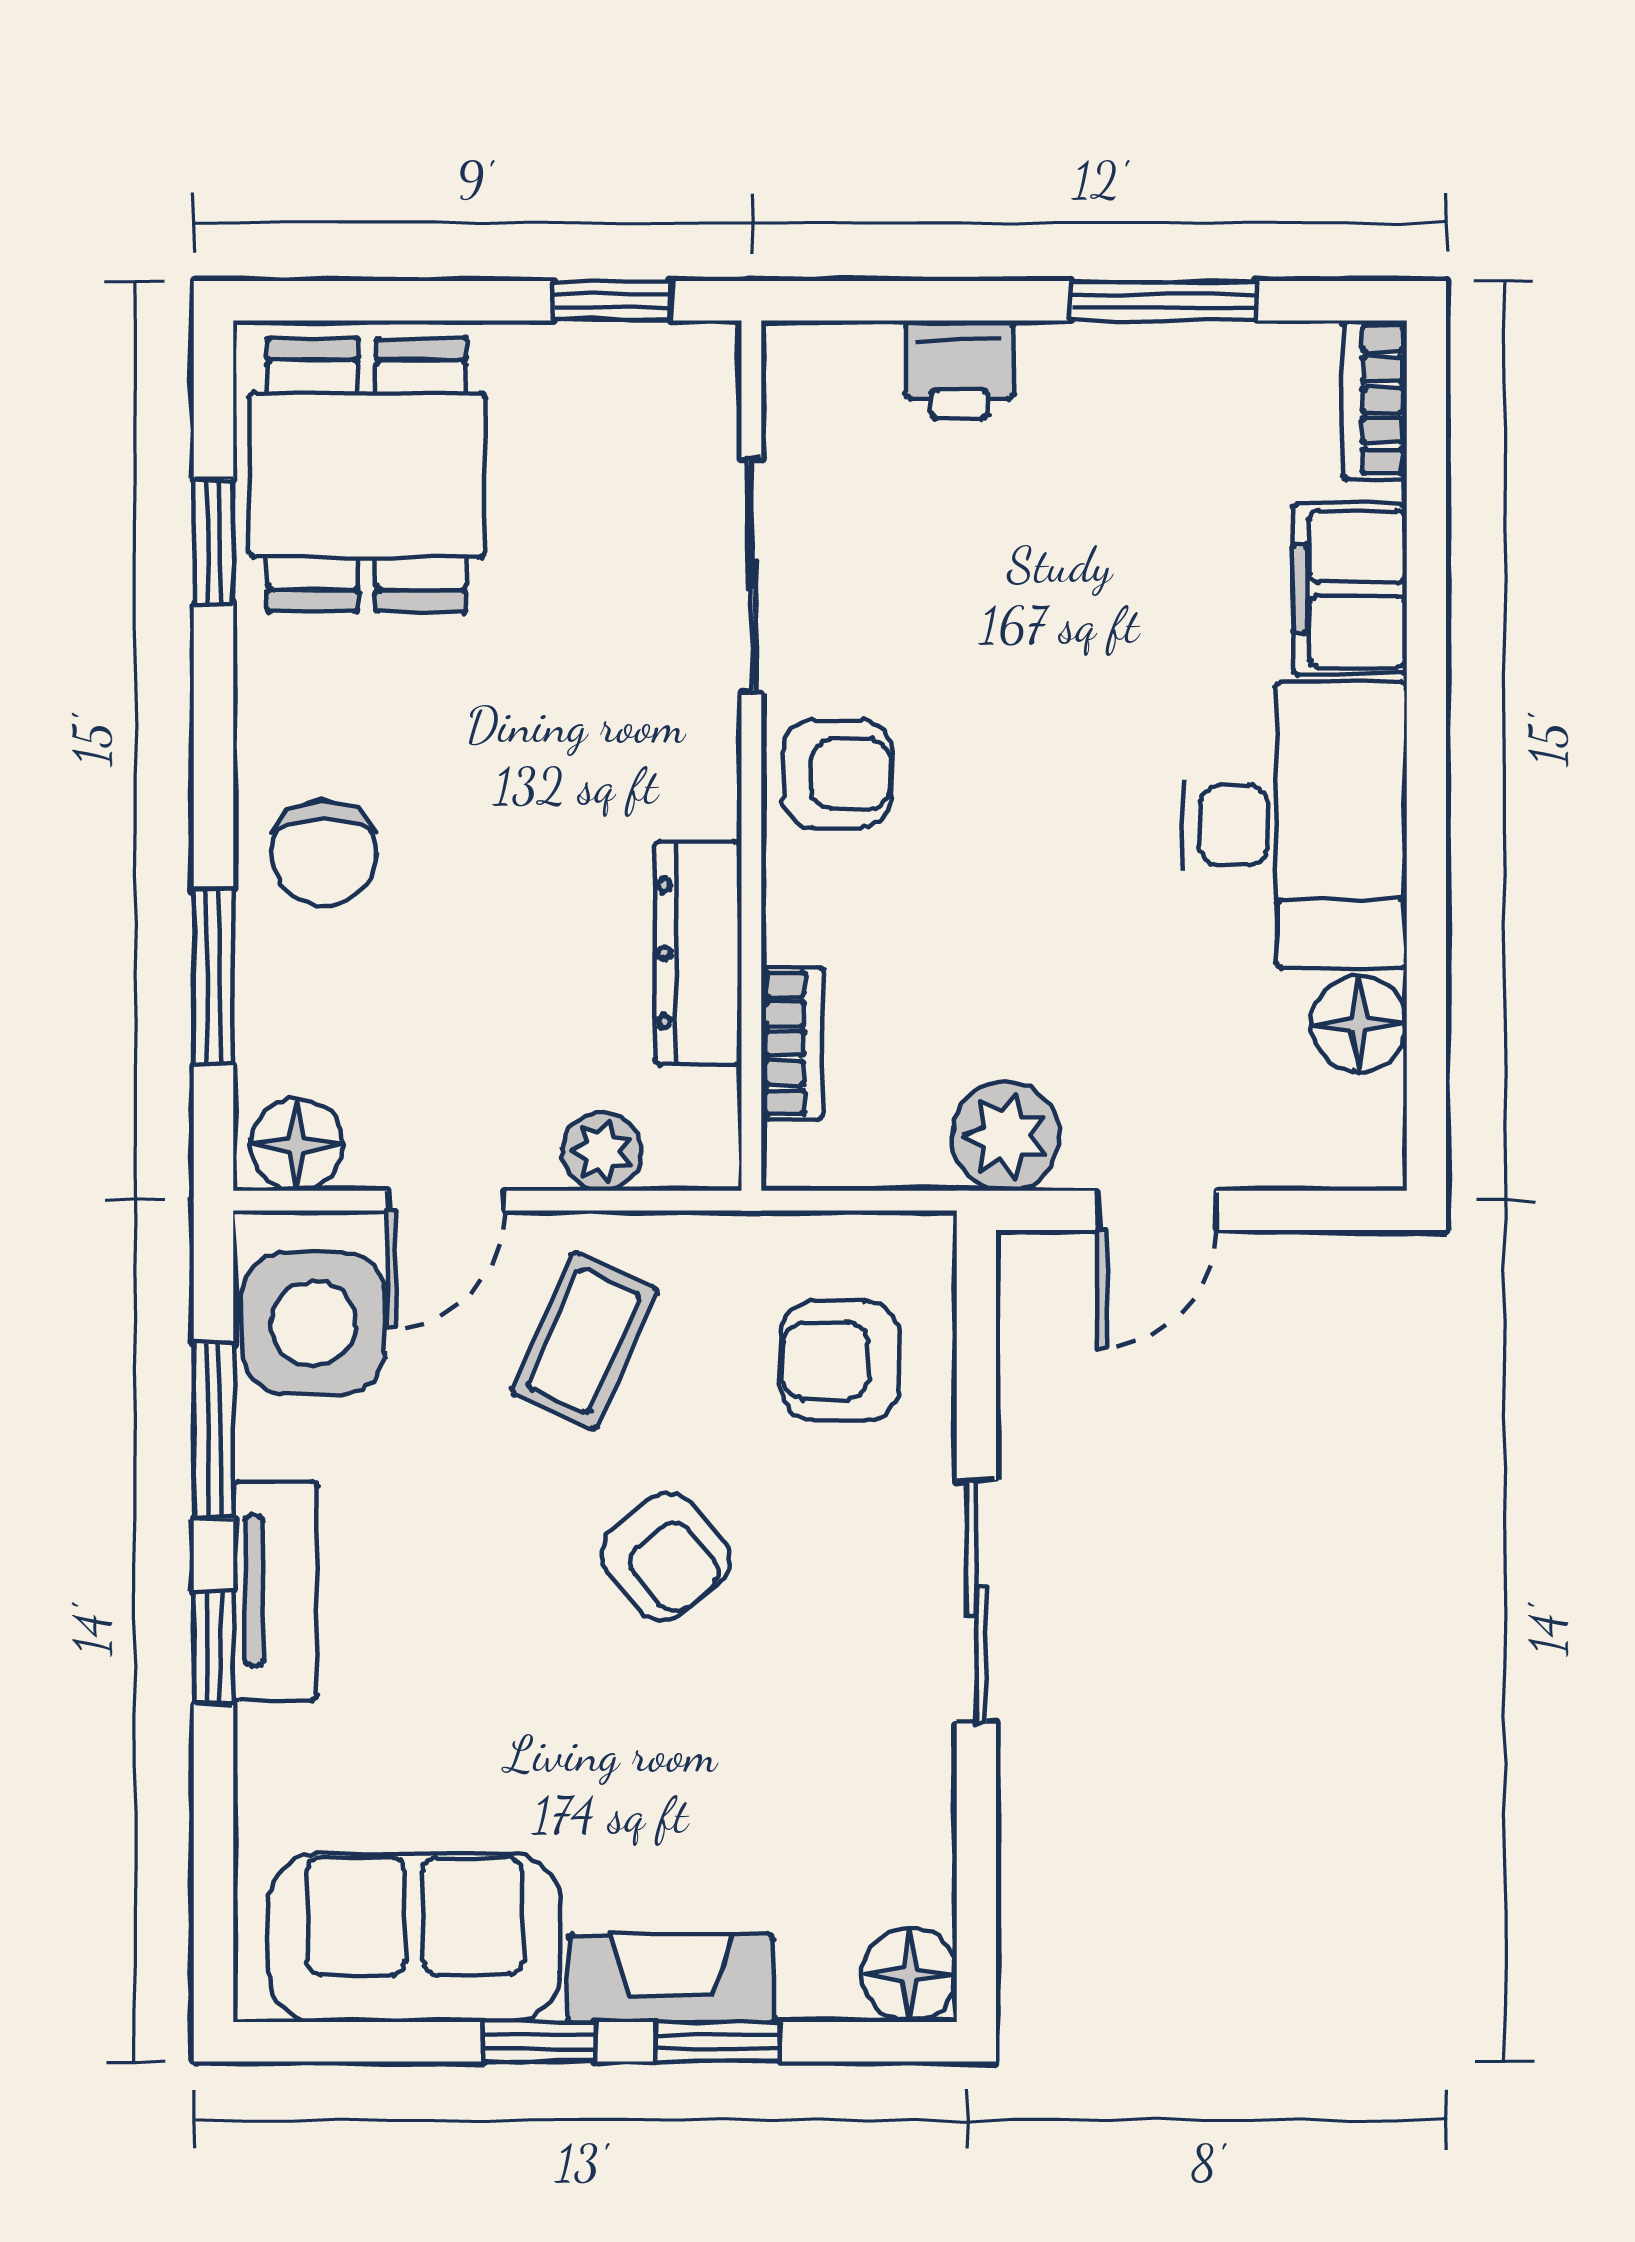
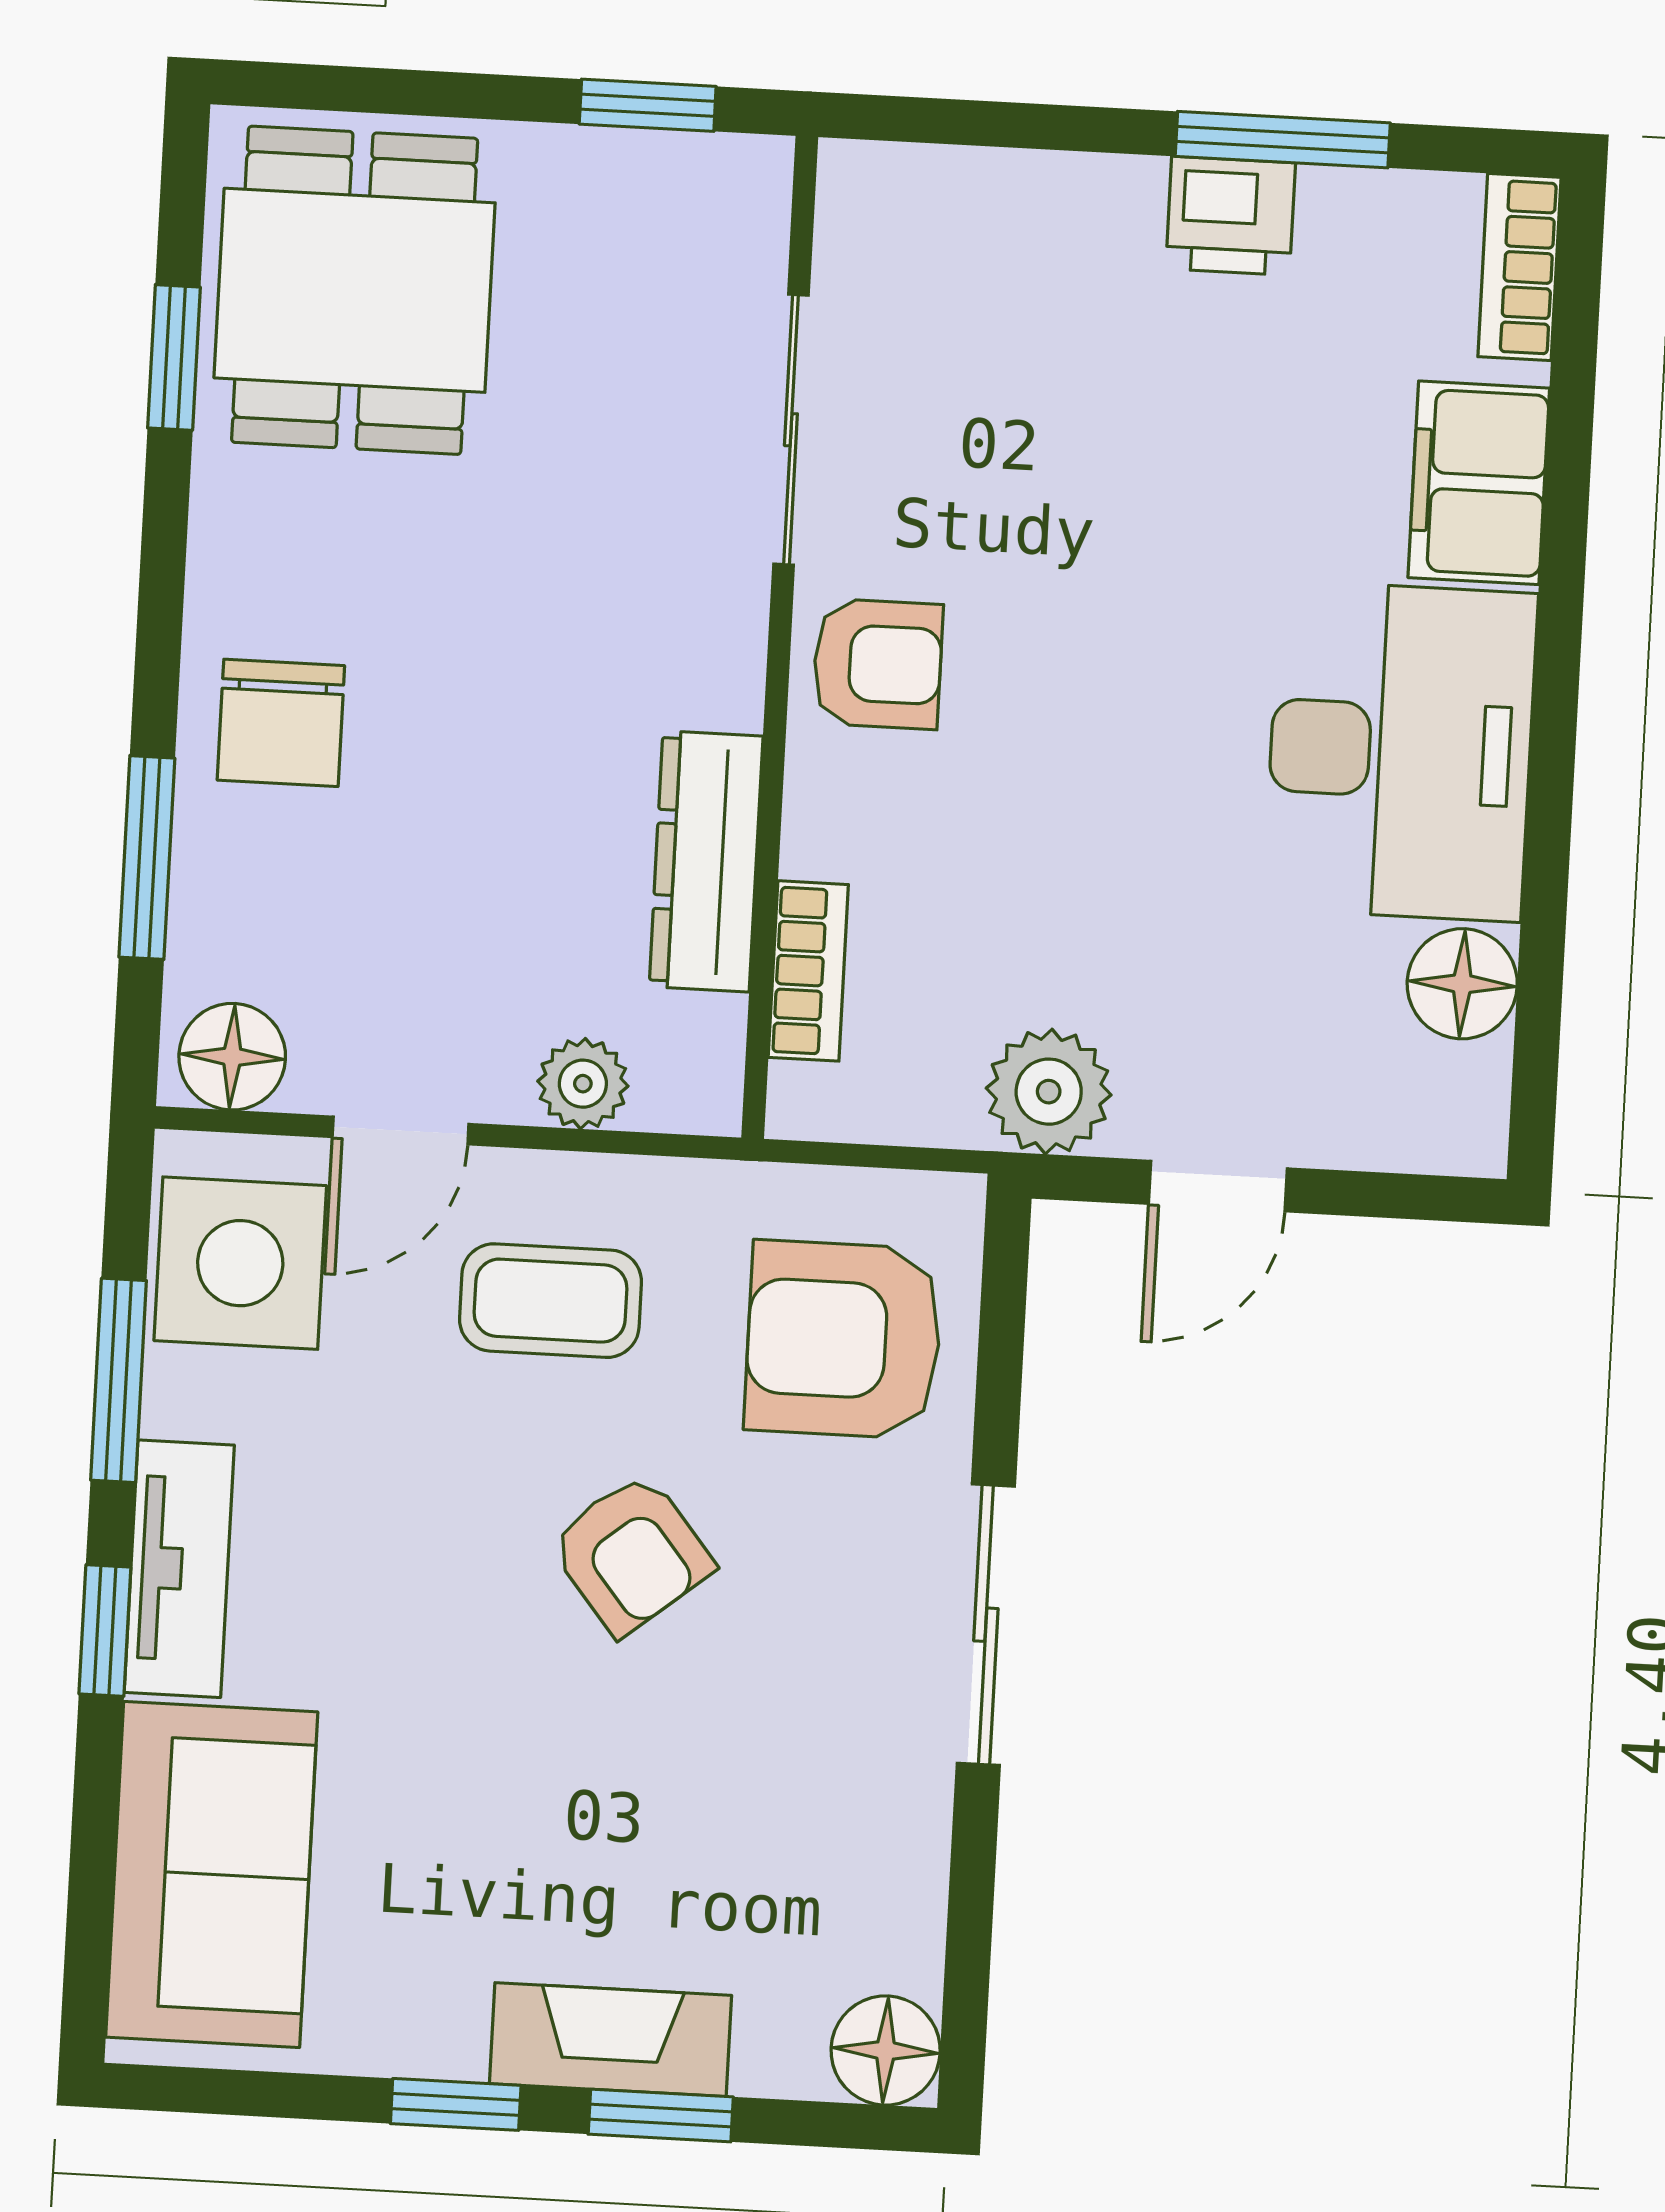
printer: (960, 369) -> (1231, 216), moved
coffee table: (584, 1341) -> (550, 1301), turned 66
armchair: (840, 1361) -> (844, 1340), width x1.38, depth x1.38
sofa: (414, 1938) -> (212, 1874), moved, turned 90

